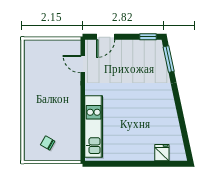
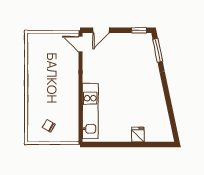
door: (83, 64) -> (80, 44), moved
fridge: (162, 153) -> (138, 135), moved

